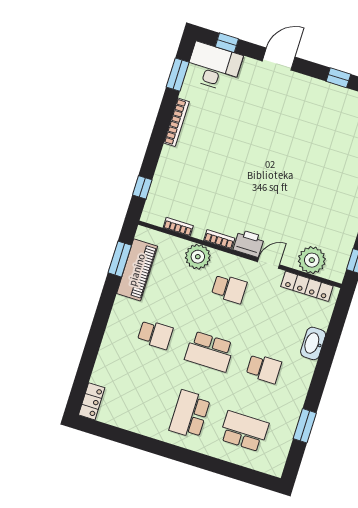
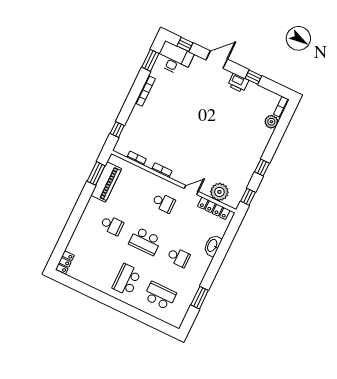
printer: (249, 243) -> (238, 83), moved, turned 180
plant: (198, 257) -> (146, 179), removed

